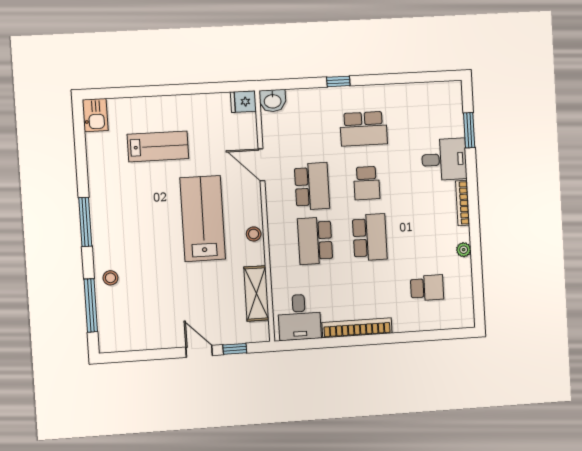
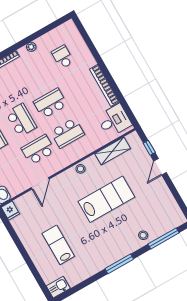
school desk: (367, 183) -> (21, 120), width x1.85
lab bench: (203, 219) -> (106, 199), moved, turned 180

